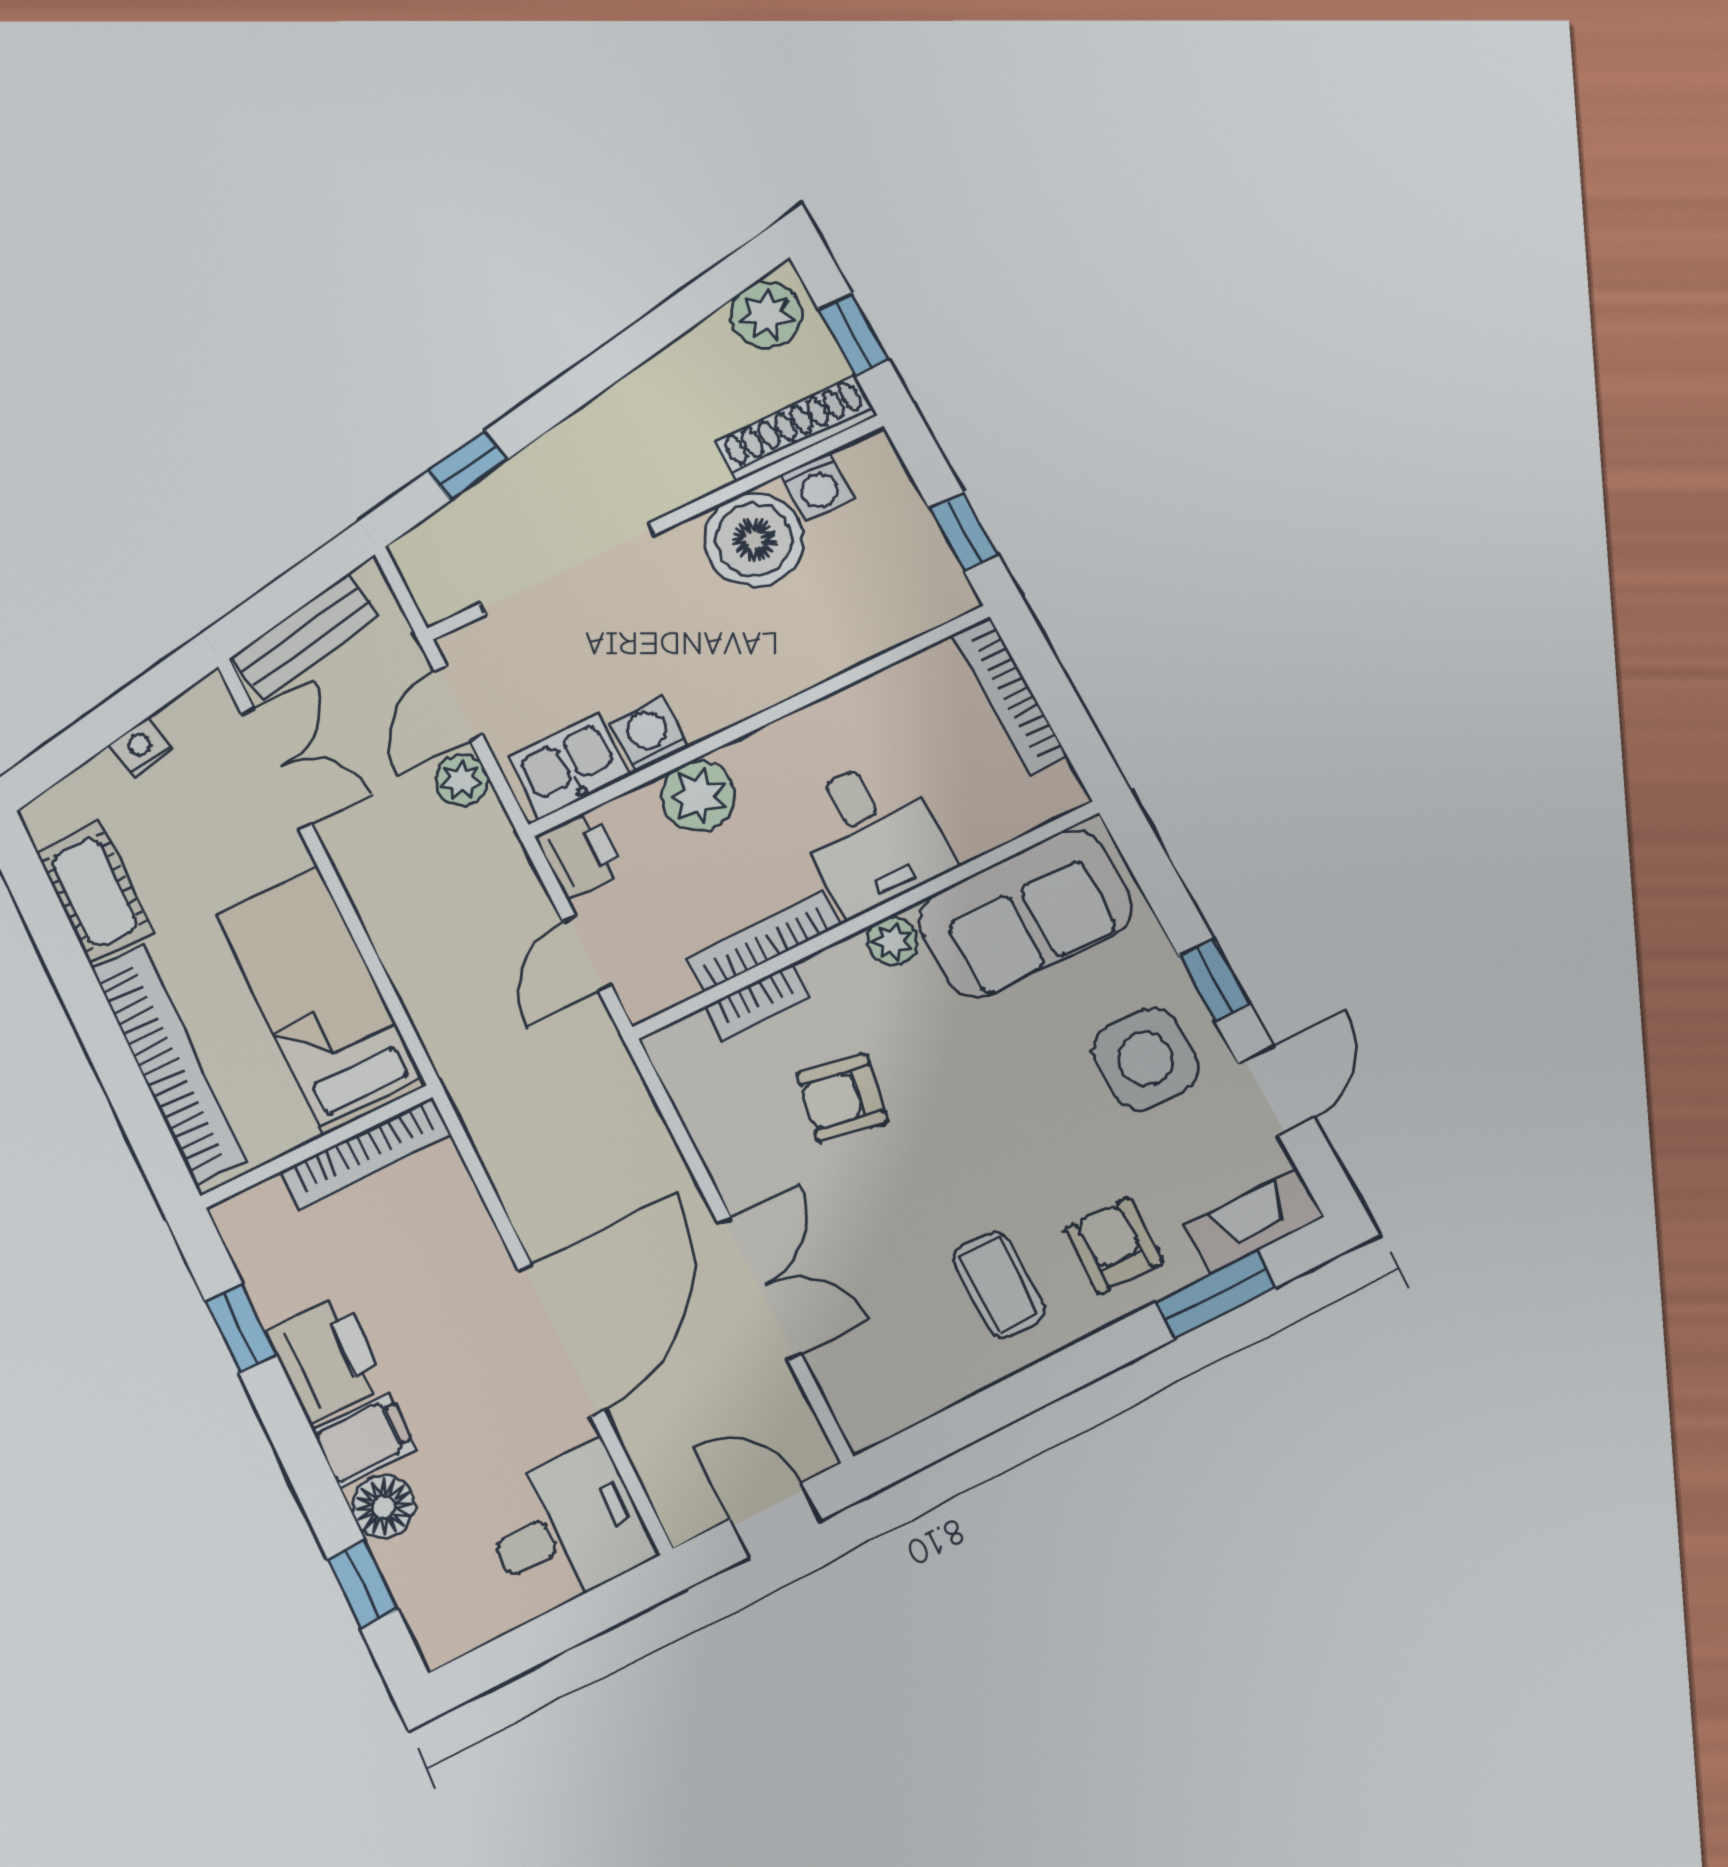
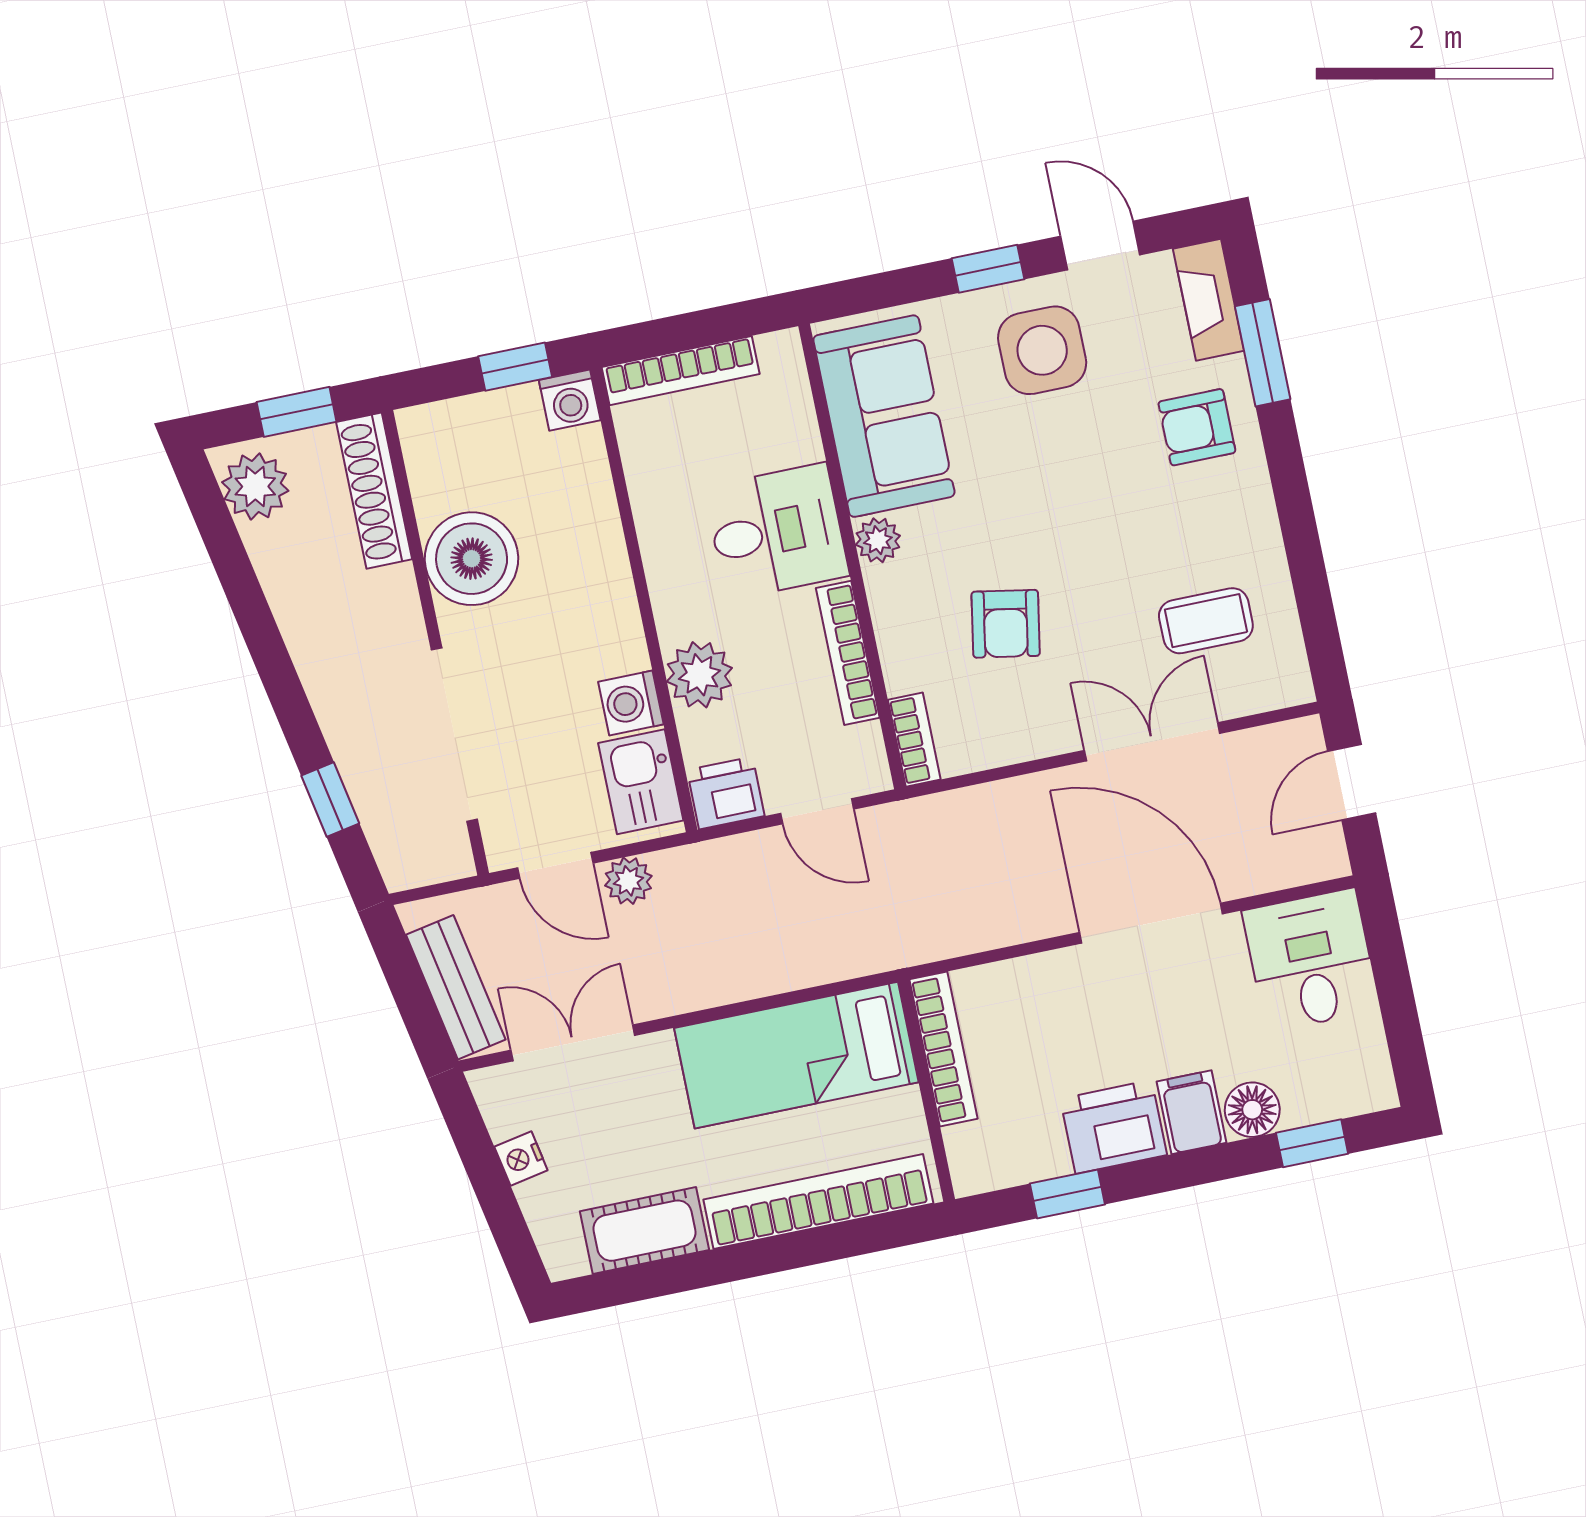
washing machine: (817, 486) -> (570, 400), moved, turned 90
bookcase: (757, 1002) -> (914, 740), moved
coffee table: (999, 1285) -> (1206, 621), moved

